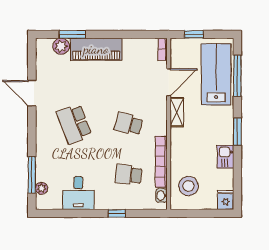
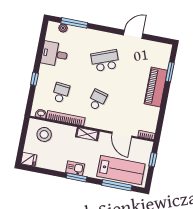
plant: (61, 46) -> (163, 62), removed
shelving: (177, 112) -> (87, 134), moved
kitchen sink: (225, 157) -> (75, 168), moved

